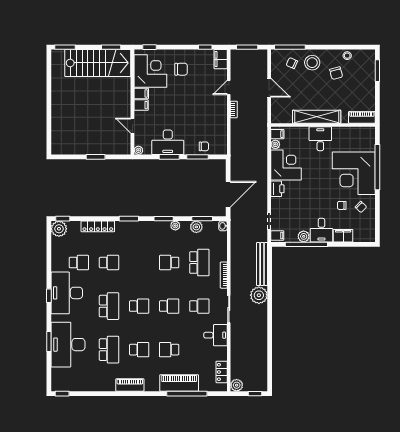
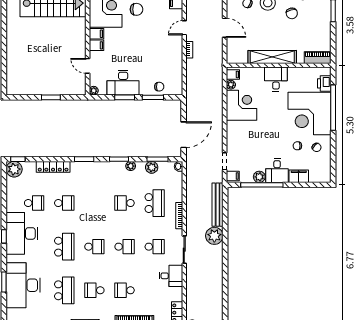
printer: (277, 189) -> (324, 83), moved, turned 180
school desk: (139, 350) -> (94, 290), turned 180

